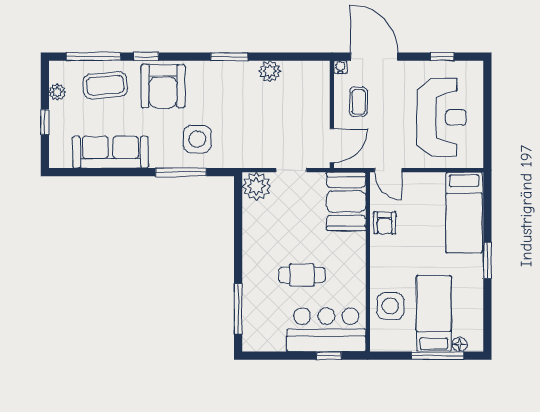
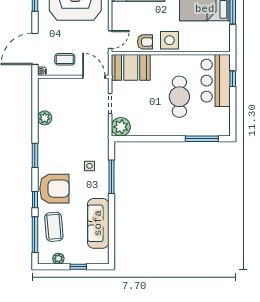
window: (229, 57) -> (35, 155), moved
side table: (197, 139) -> (90, 166), width x0.54, depth x0.54
cafe table: (302, 275) -> (179, 97), width x1.37, depth x1.35
side table: (390, 306) -> (169, 40), moved

